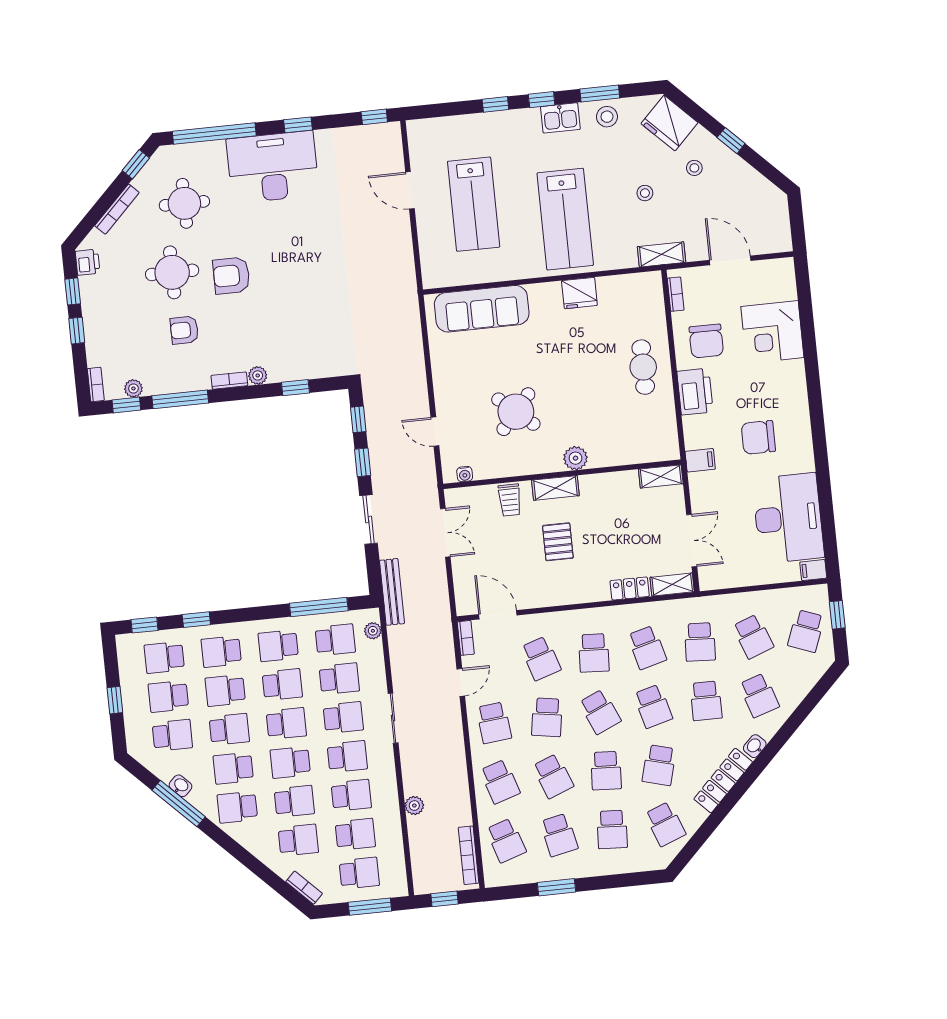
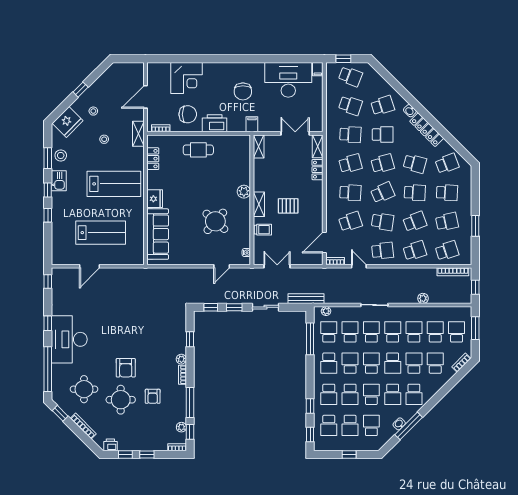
locker: (619, 286) -> (153, 159), added
fridge: (579, 293) -> (155, 199), moved
school desk: (753, 636) -> (350, 105), turned 39

